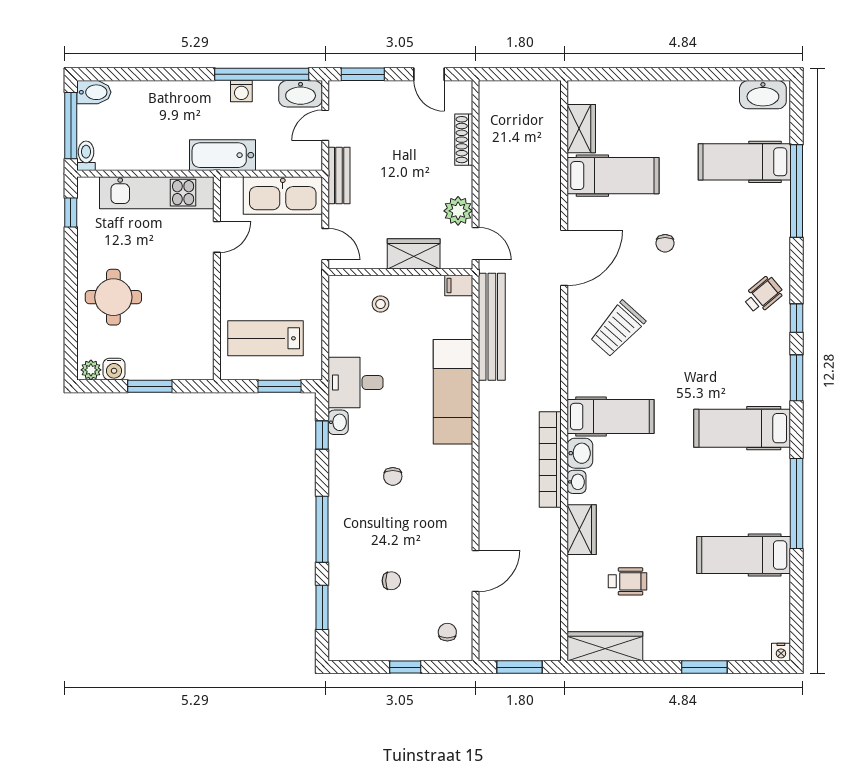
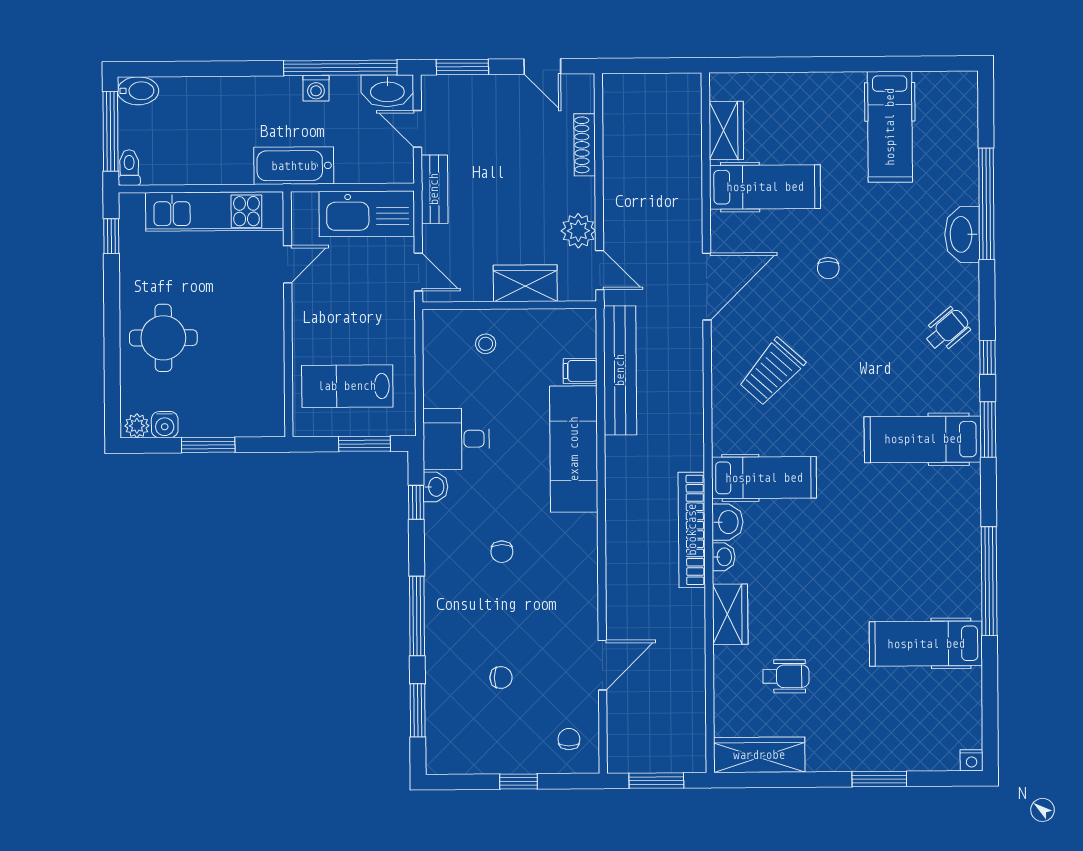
washbasin: (763, 95) -> (962, 234), moved, turned 90
door: (325, 125) -> (417, 129), hinge flipped
hospital bed: (744, 162) -> (890, 127), moved, turned -90
filing cabinet: (459, 285) -> (580, 371), moved
hospital bed: (742, 428) -> (923, 439), moved

